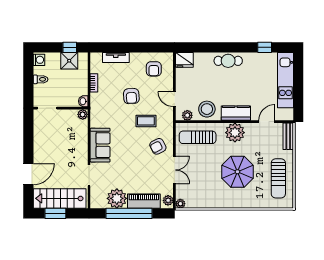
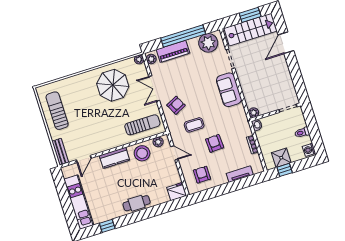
plant: (235, 133) -> (110, 140), removed
parasol: (237, 172) -> (113, 85), moved
plant: (117, 198) -> (208, 43), moved

